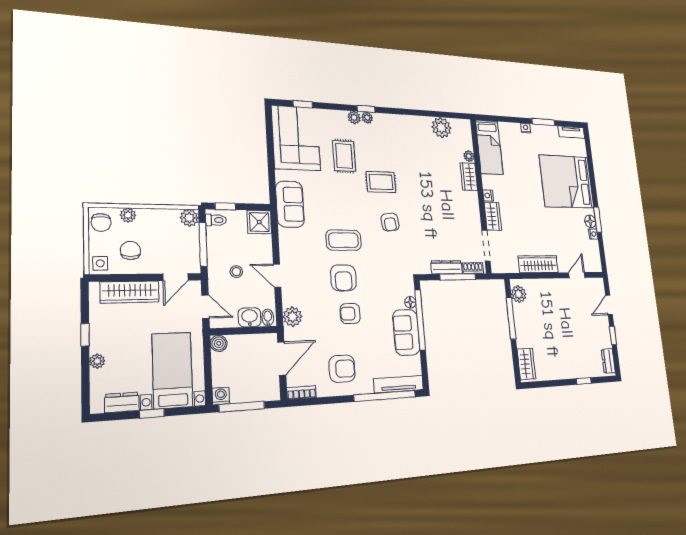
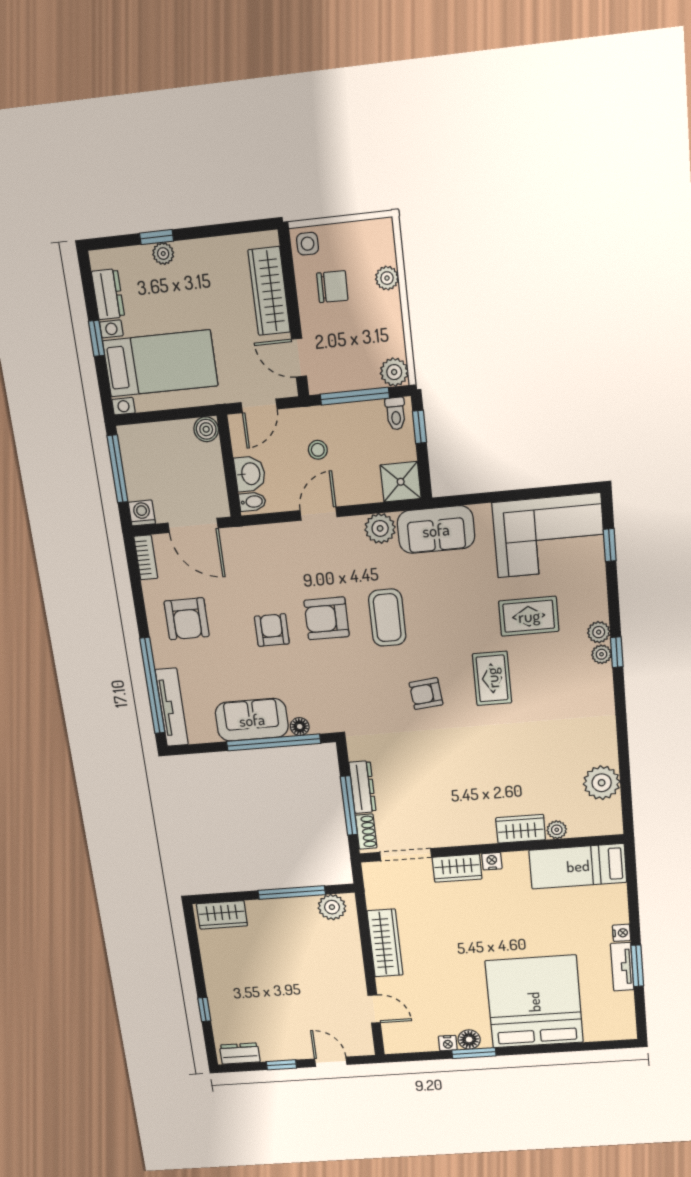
tv unit: (571, 132) -> (622, 967), moved
chair: (101, 222) -> (371, 239), removed
plant: (293, 317) -> (380, 528), moved
window: (85, 335) -> (157, 237), moved
washing machine: (221, 396) -> (142, 513), moved, turned -90

